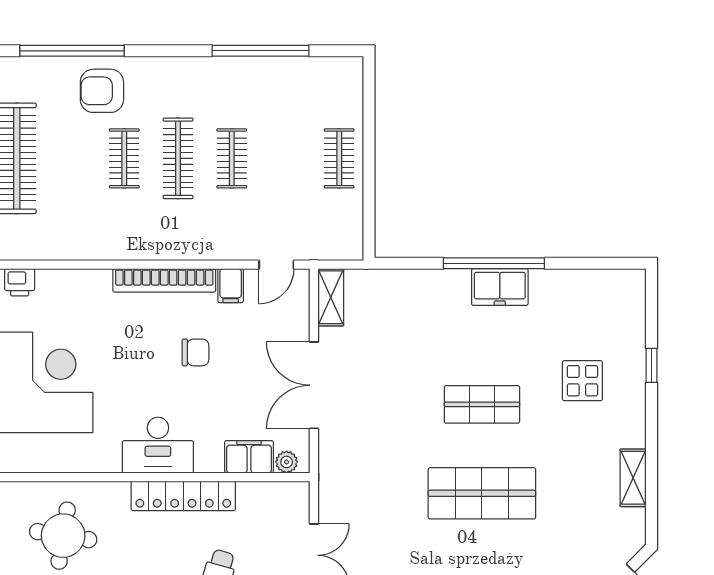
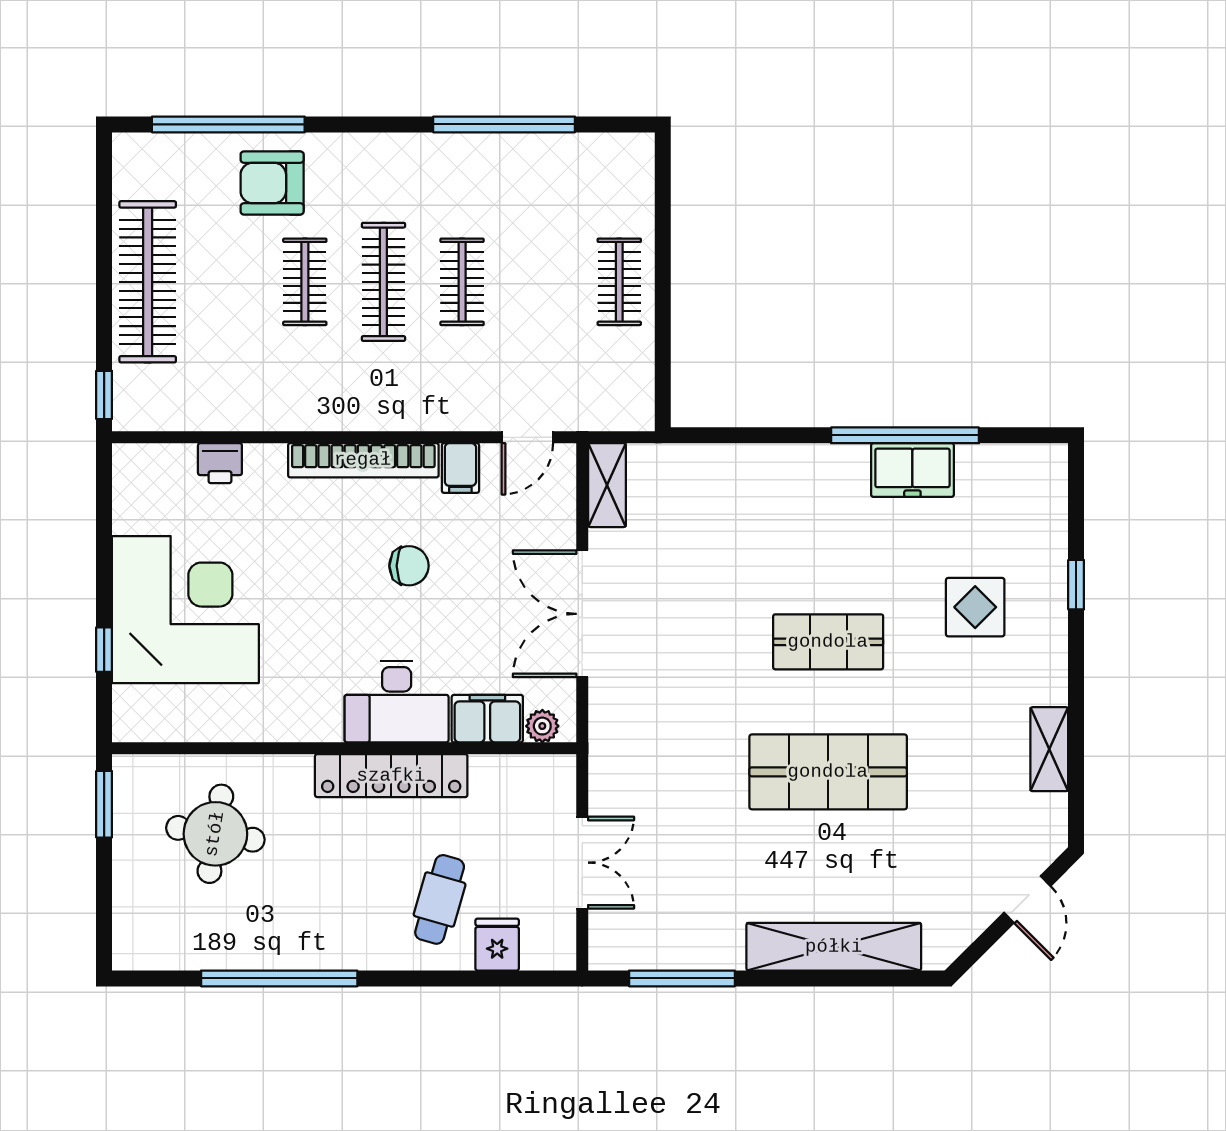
window: (494, 263) -> (905, 435), moved
printer: (20, 282) -> (220, 463), moved
freezer: (500, 287) -> (912, 470), moved
desk: (158, 445) -> (397, 701), moved

